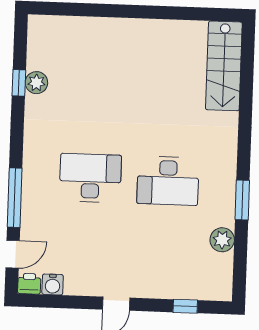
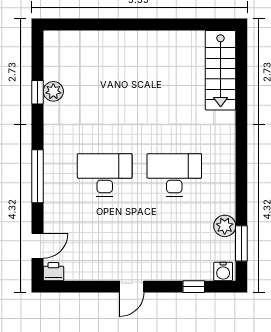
desk: (168, 181) -> (174, 175), turned 180
window: (15, 198) -> (38, 176), moved
window: (242, 200) -> (241, 243), moved
water cooler: (53, 284) -> (223, 272), moved

